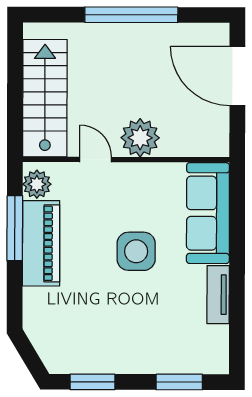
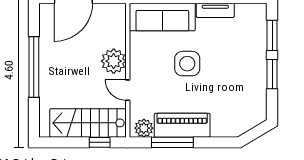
window: (15, 116) -> (100, 142), added
door: (95, 160) -> (128, 90), hinge flipped
window: (92, 382) -> (272, 74), moved

